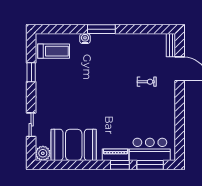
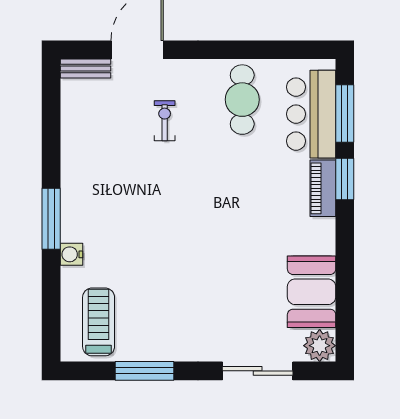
window: (31, 72) -> (144, 371), width x1.44
cafe table: (157, 118) -> (242, 100), added
sliding door: (31, 125) -> (258, 371), width x1.37
booth: (74, 145) -> (312, 292), width x0.73, depth x0.70

